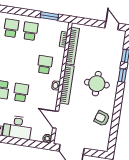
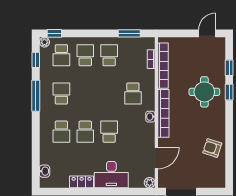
door: (112, 26) -> (207, 33), hinge flipped
school desk: (45, 65) -> (133, 93), turned 180
round table: (97, 84) -> (204, 92), moved
door: (56, 120) -> (156, 158), swing flipped

